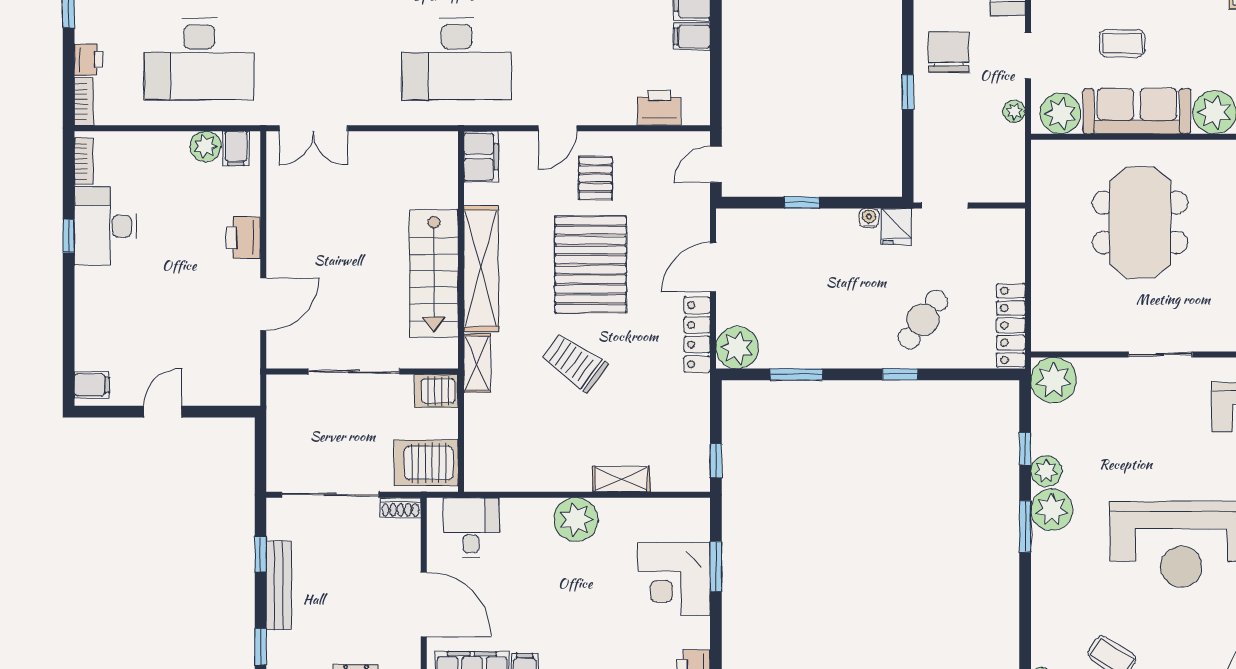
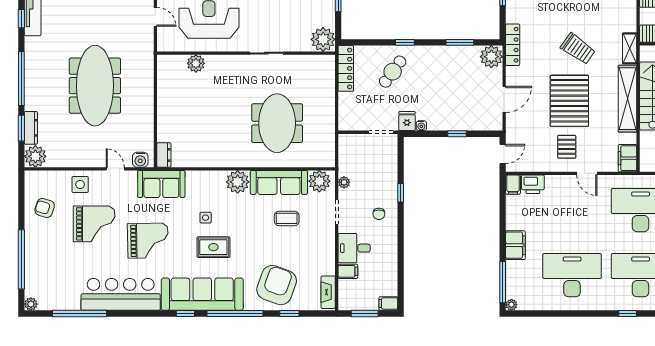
filing cabinet: (692, 36) -> (513, 185), moved, turned 90
chair: (949, 52) -> (379, 214), width x0.54, depth x0.54
door: (558, 128) -> (587, 173), swing flipped
locker: (697, 335) -> (513, 45), moved

